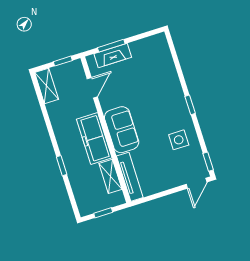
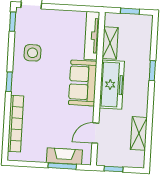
bookcase: (169, 68) -> (16, 124), added
shelving: (47, 86) -> (139, 133), moved

